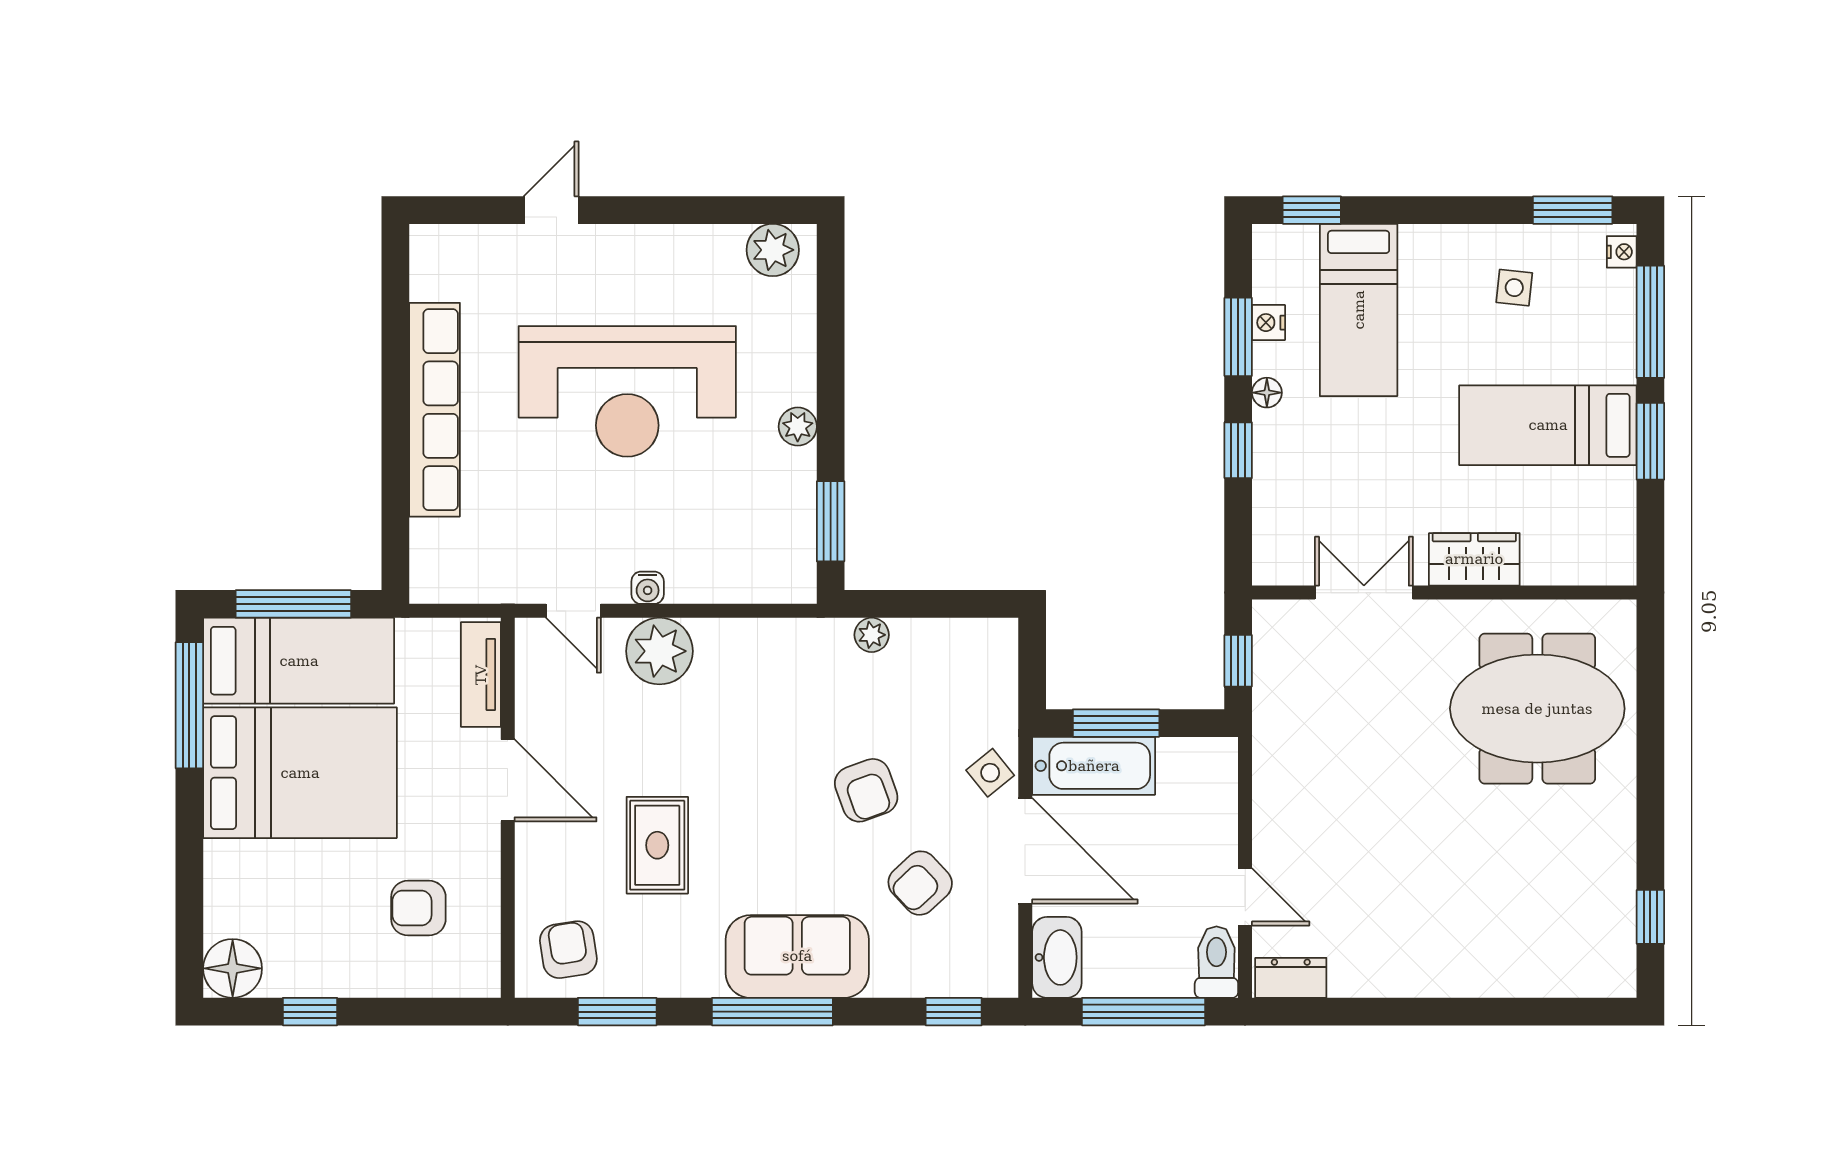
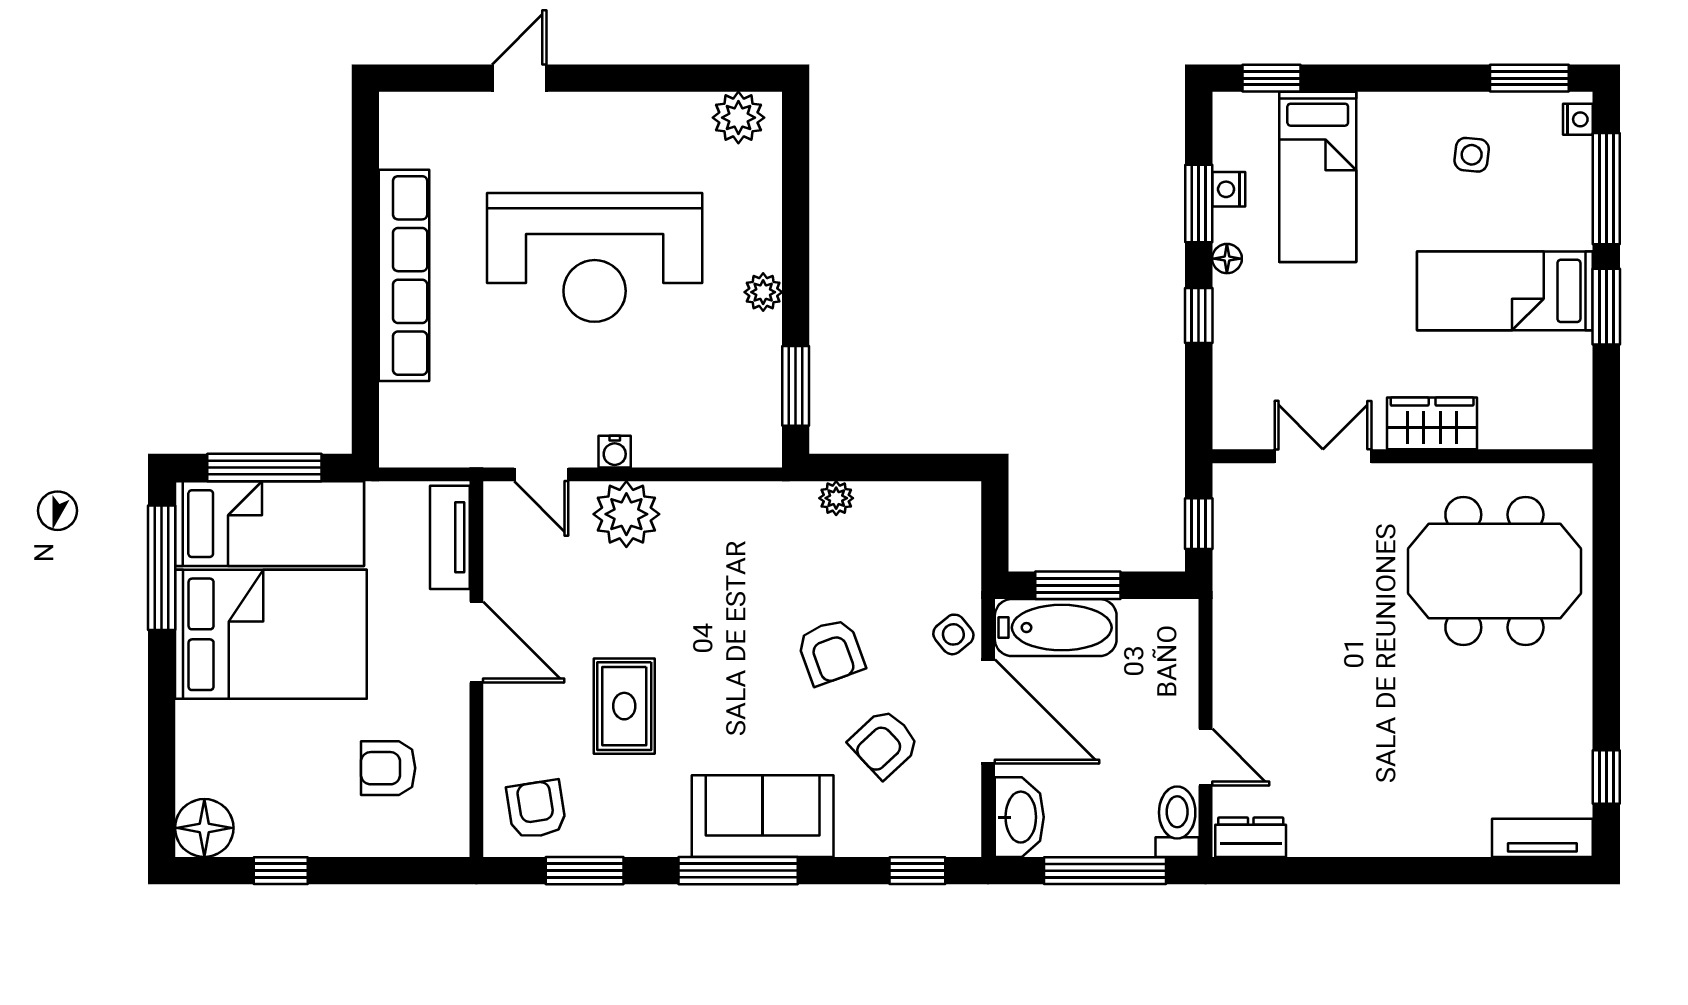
tv unit: (1586, 978) -> (1542, 838), added

